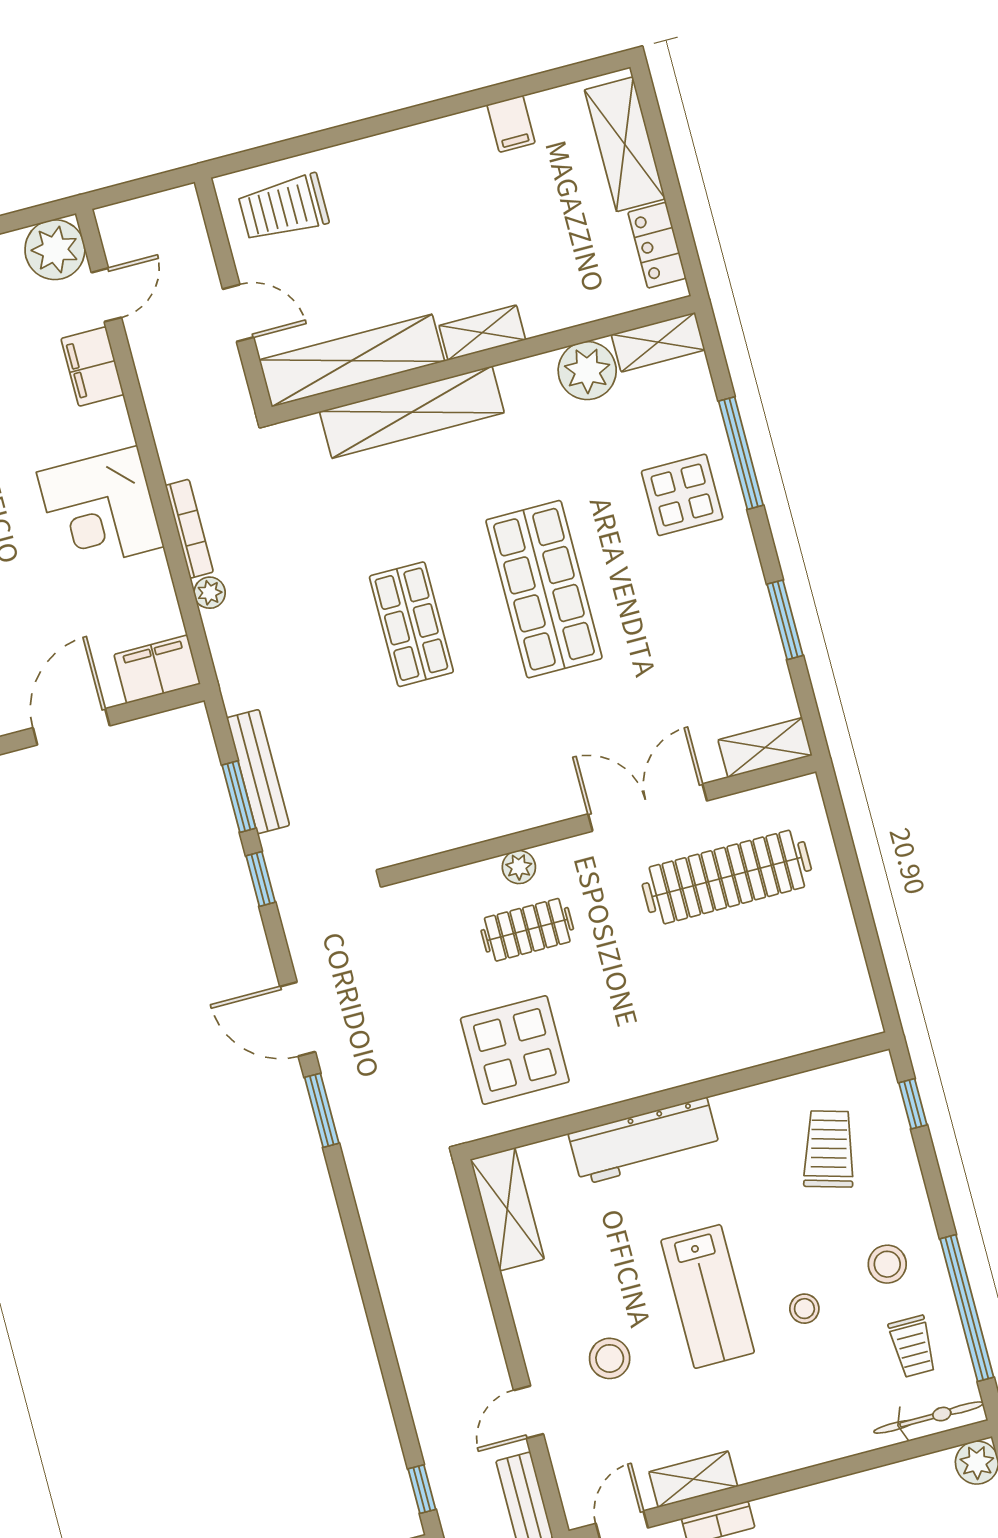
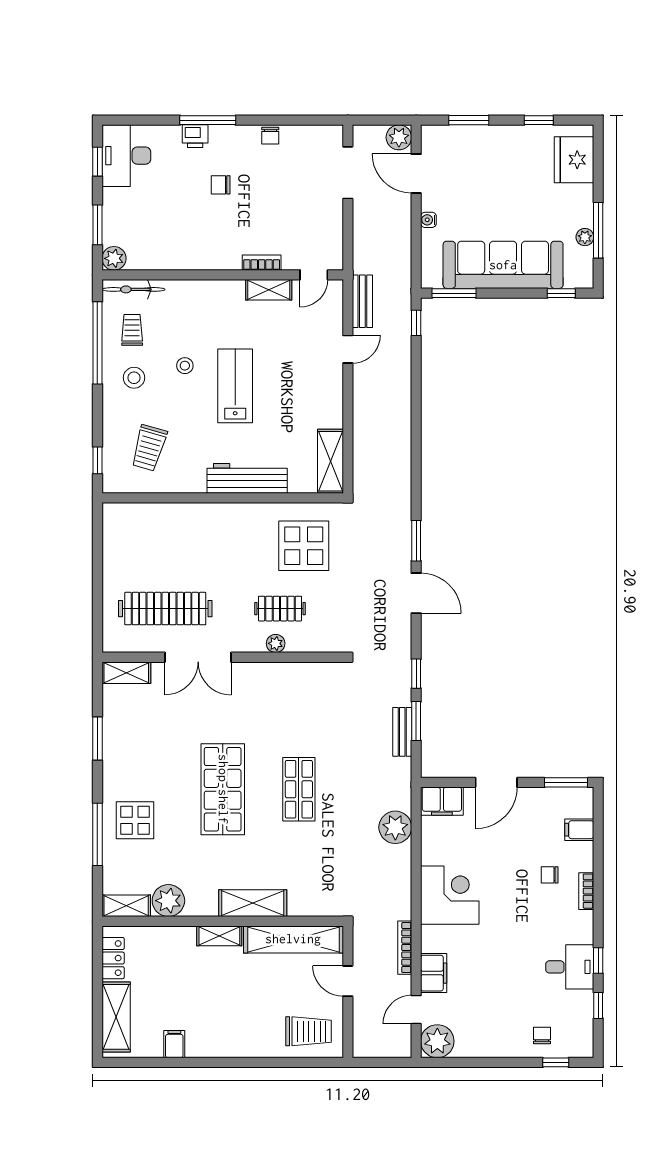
shelving: (412, 412) -> (253, 903), width x0.68
bookcase: (189, 529) -> (405, 948), moved
plant: (210, 593) -> (395, 827), width x1.87, depth x1.87
bench: (258, 772) -> (402, 732), width x0.73
stool: (610, 1358) -> (297, 366), removed

